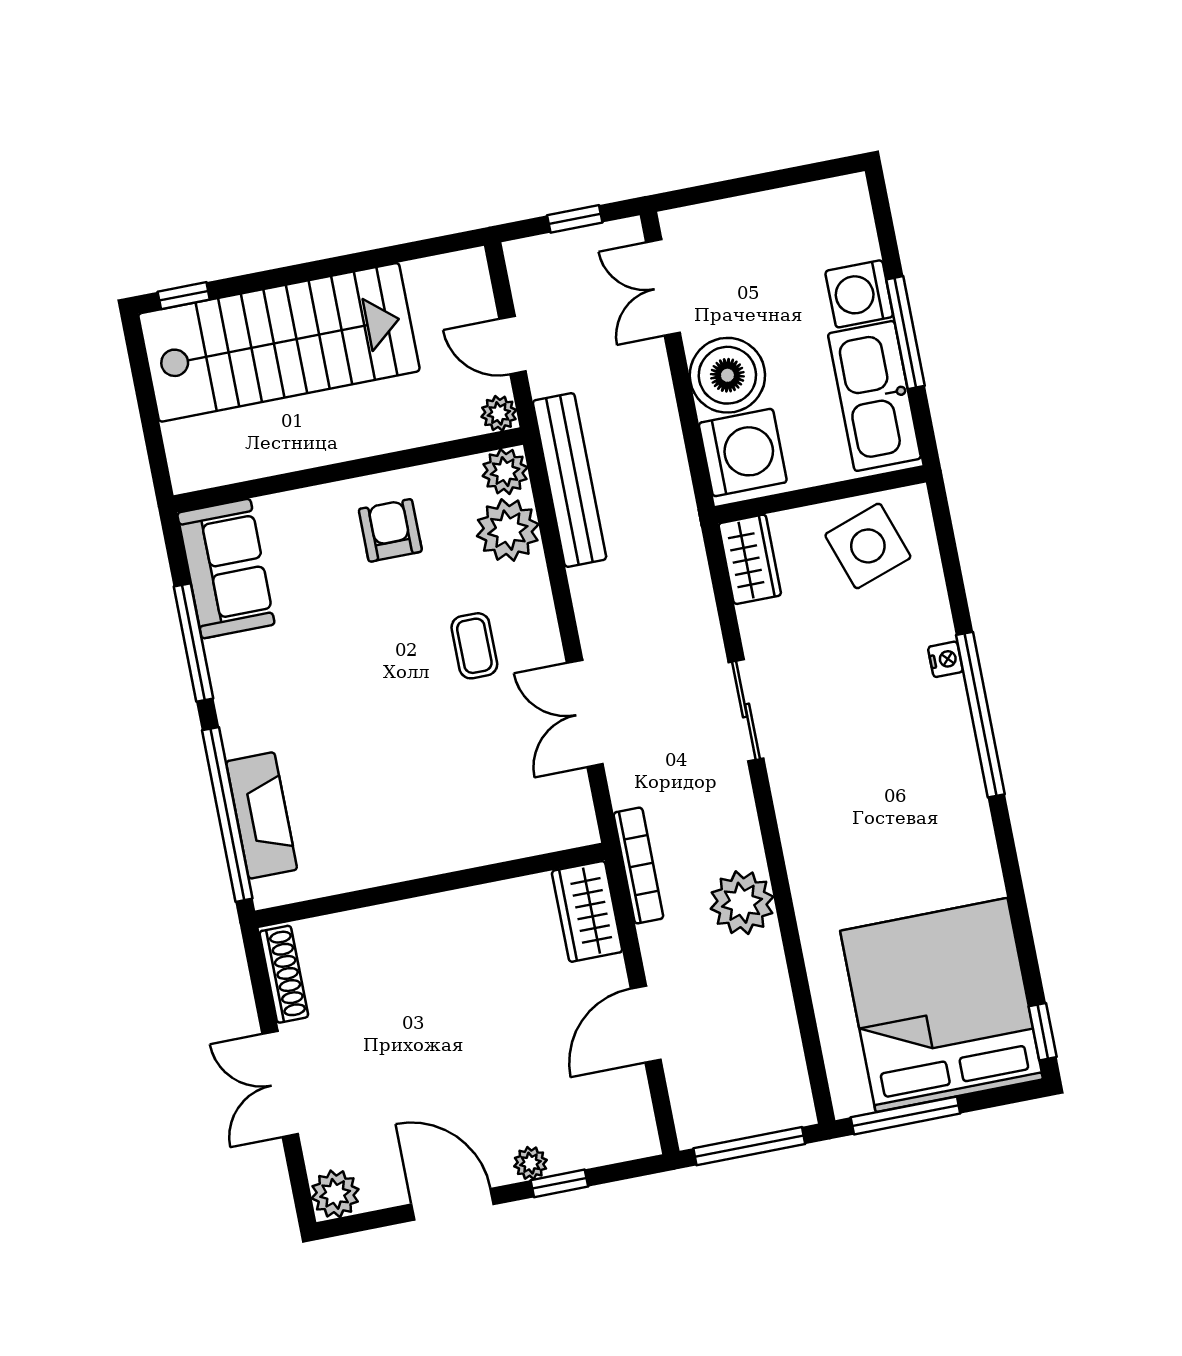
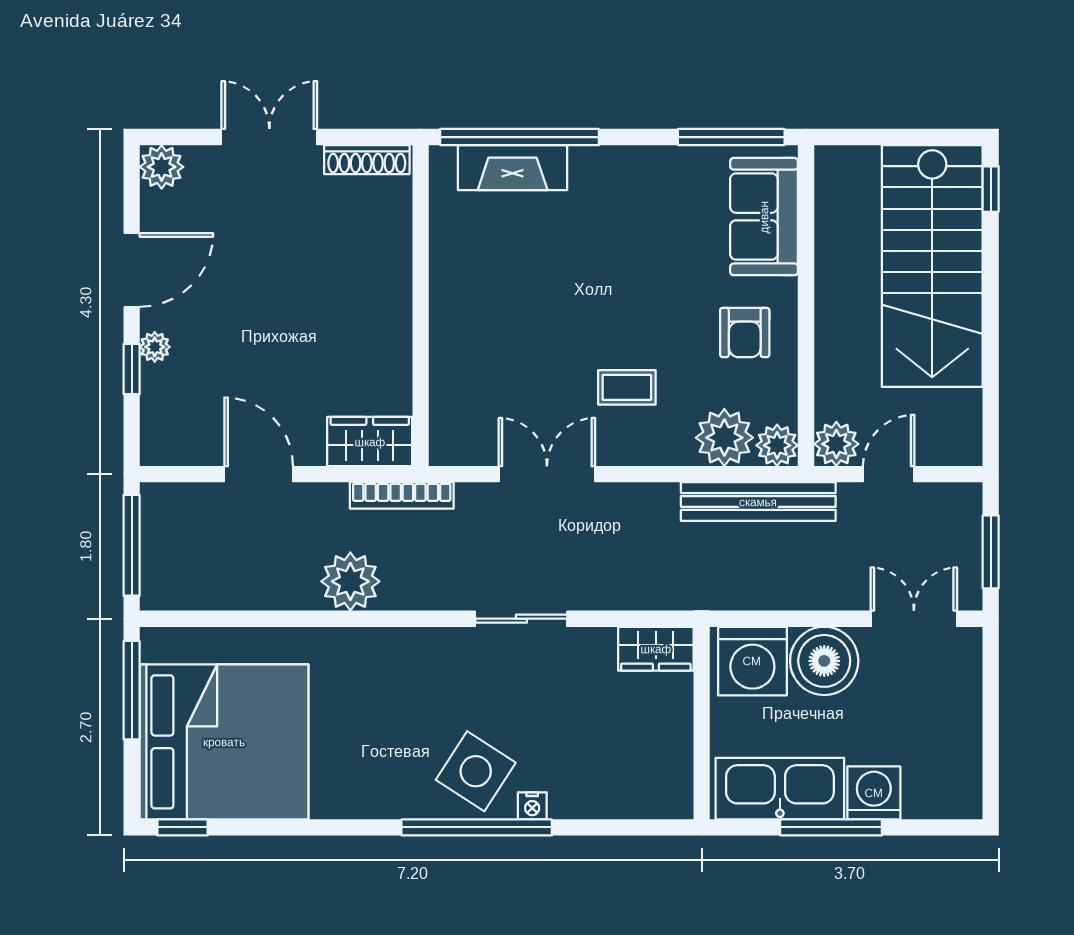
window: (575, 219) -> (991, 552), width x1.50
plant: (499, 413) -> (836, 444), width x1.38, depth x1.38
armchair: (390, 530) -> (745, 333), turned 90
side table: (868, 546) -> (476, 771), moved, turned -38
sofa: (226, 569) -> (764, 217), moved, turned 90
window: (194, 643) -> (731, 137), moved

